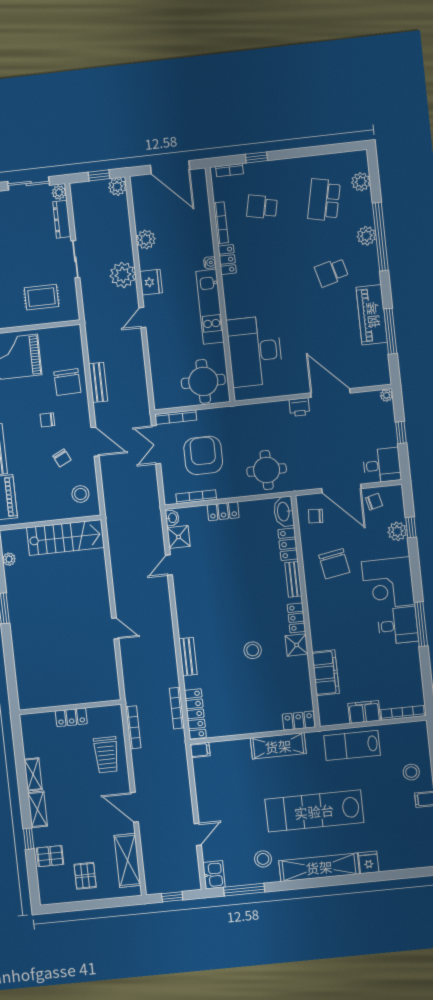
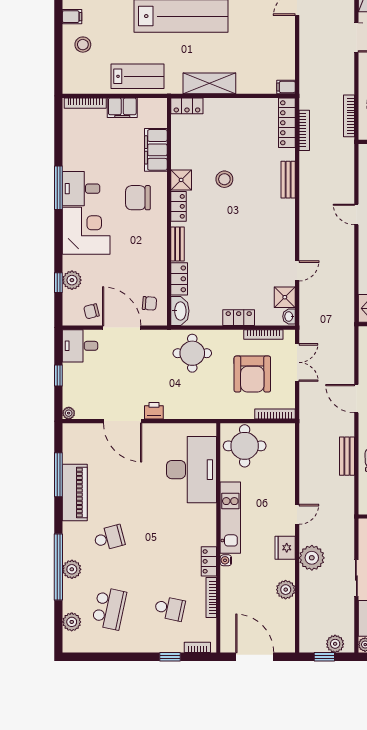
plant: (117, 187) -> (335, 644), moved
double door: (156, 445) -> (297, 362), moved
chair: (334, 564) -> (138, 198), moved, turned -80

